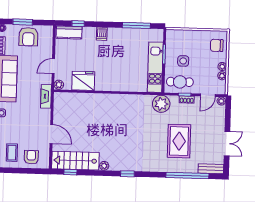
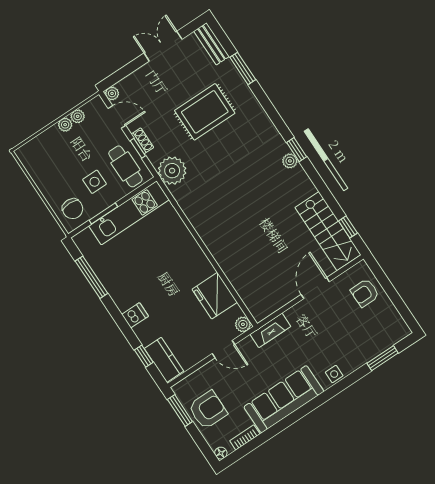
window: (23, 22) -> (180, 411), moved
chair: (217, 45) -> (73, 209), moved
coffee table: (12, 153) -> (377, 323), removed
plant: (104, 166) -> (290, 161), moved
window: (187, 176) -> (243, 68), width x0.47

